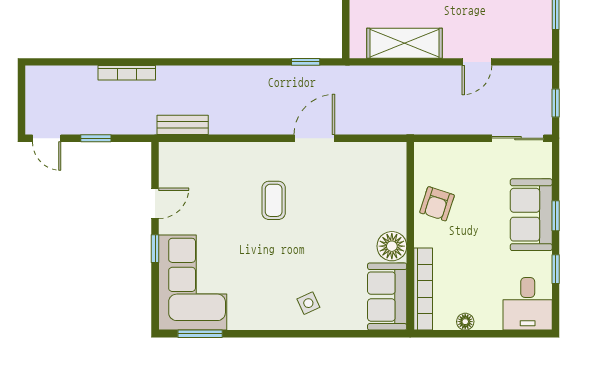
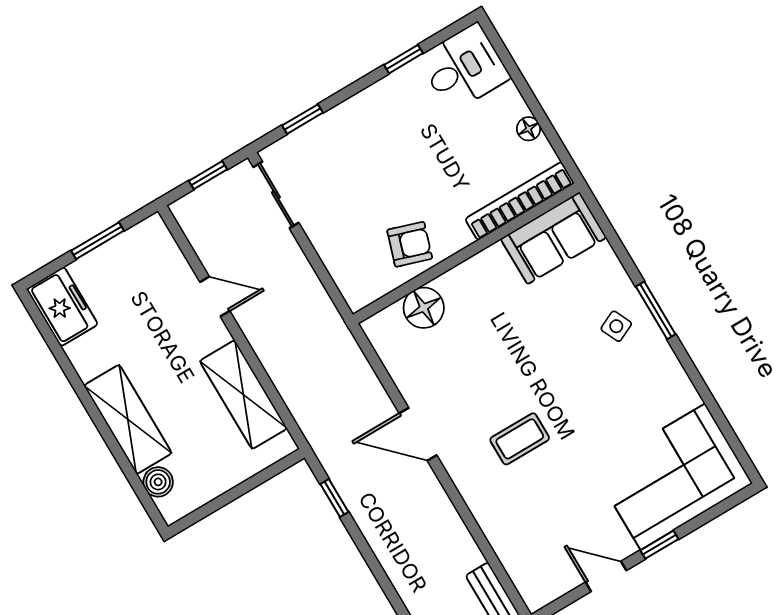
sofa: (531, 215) -> (357, 126), removed
window: (556, 216) -> (302, 119), moved
floor lamp: (392, 246) -> (424, 308), moved
window: (200, 334) -> (656, 310), moved

